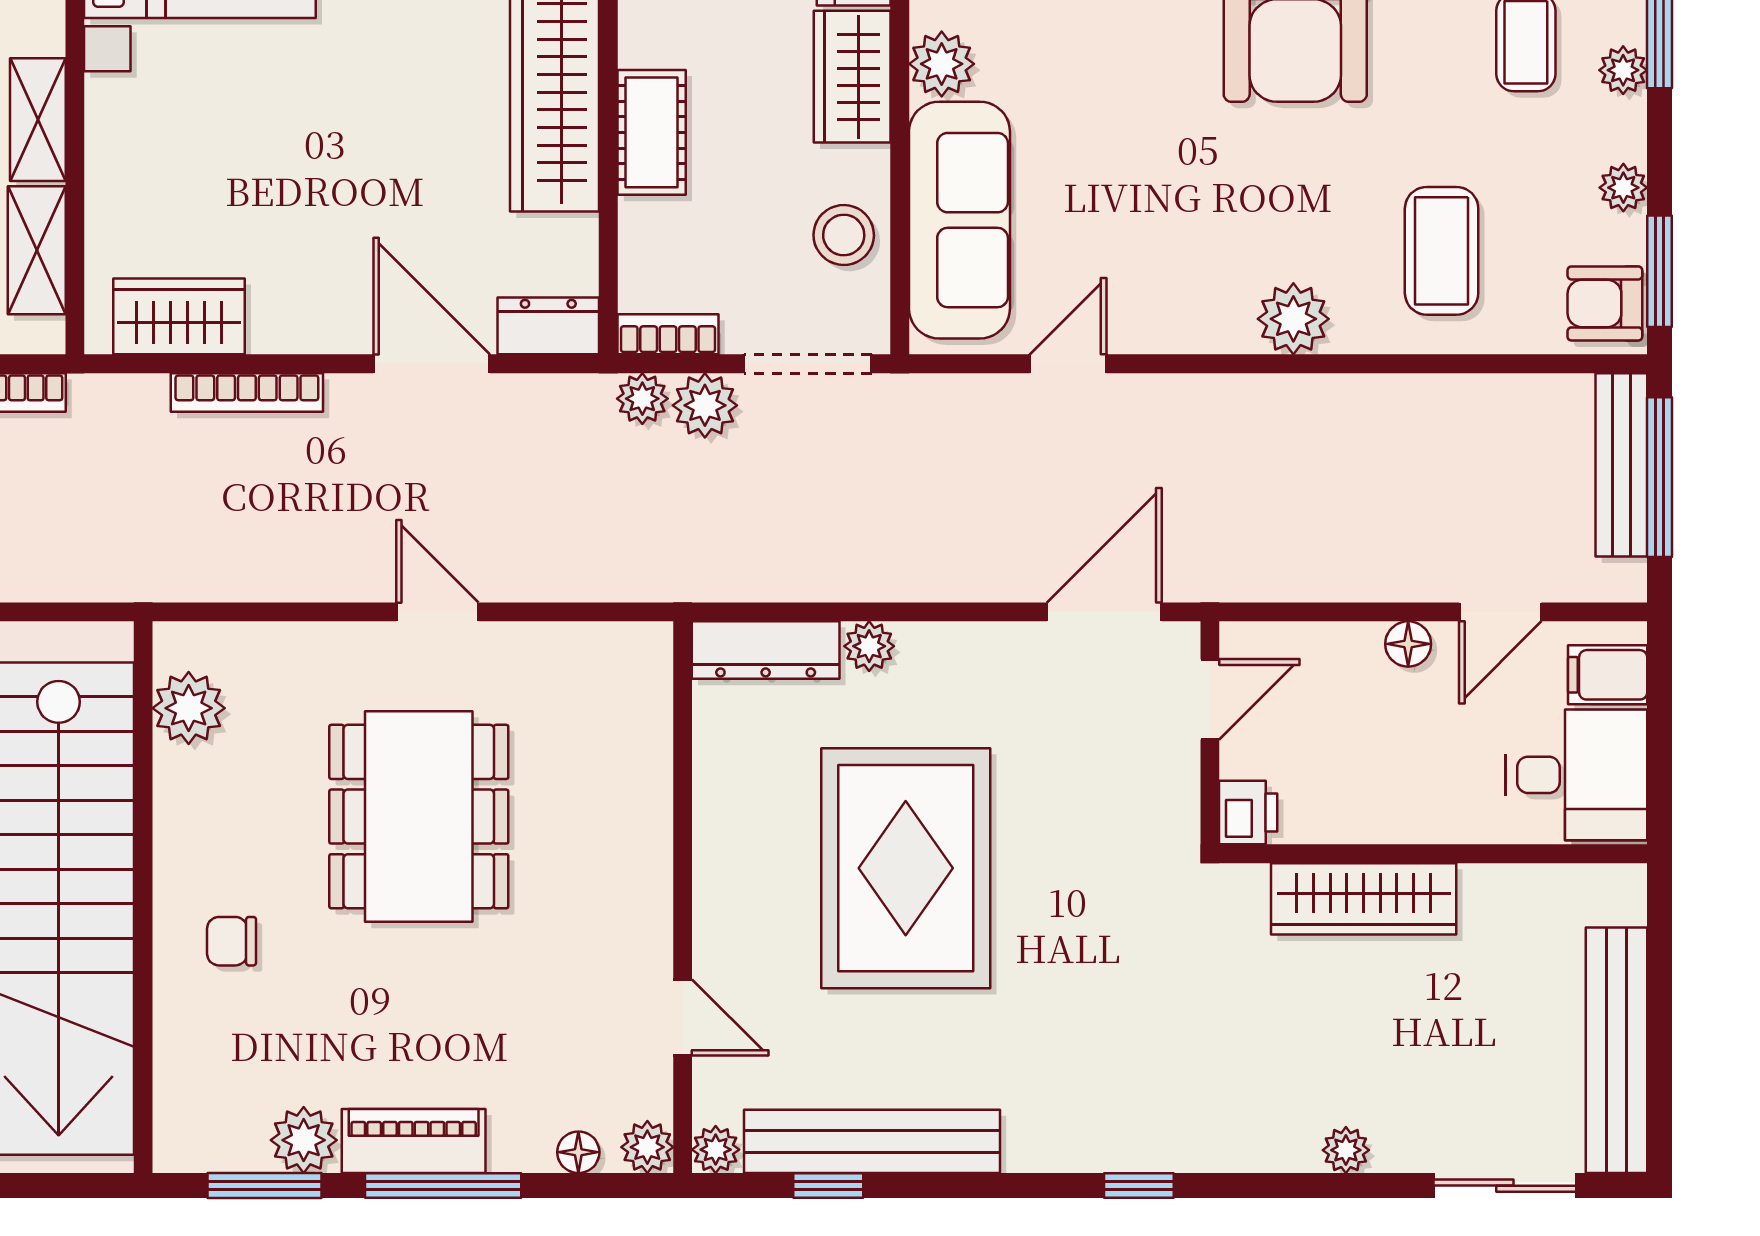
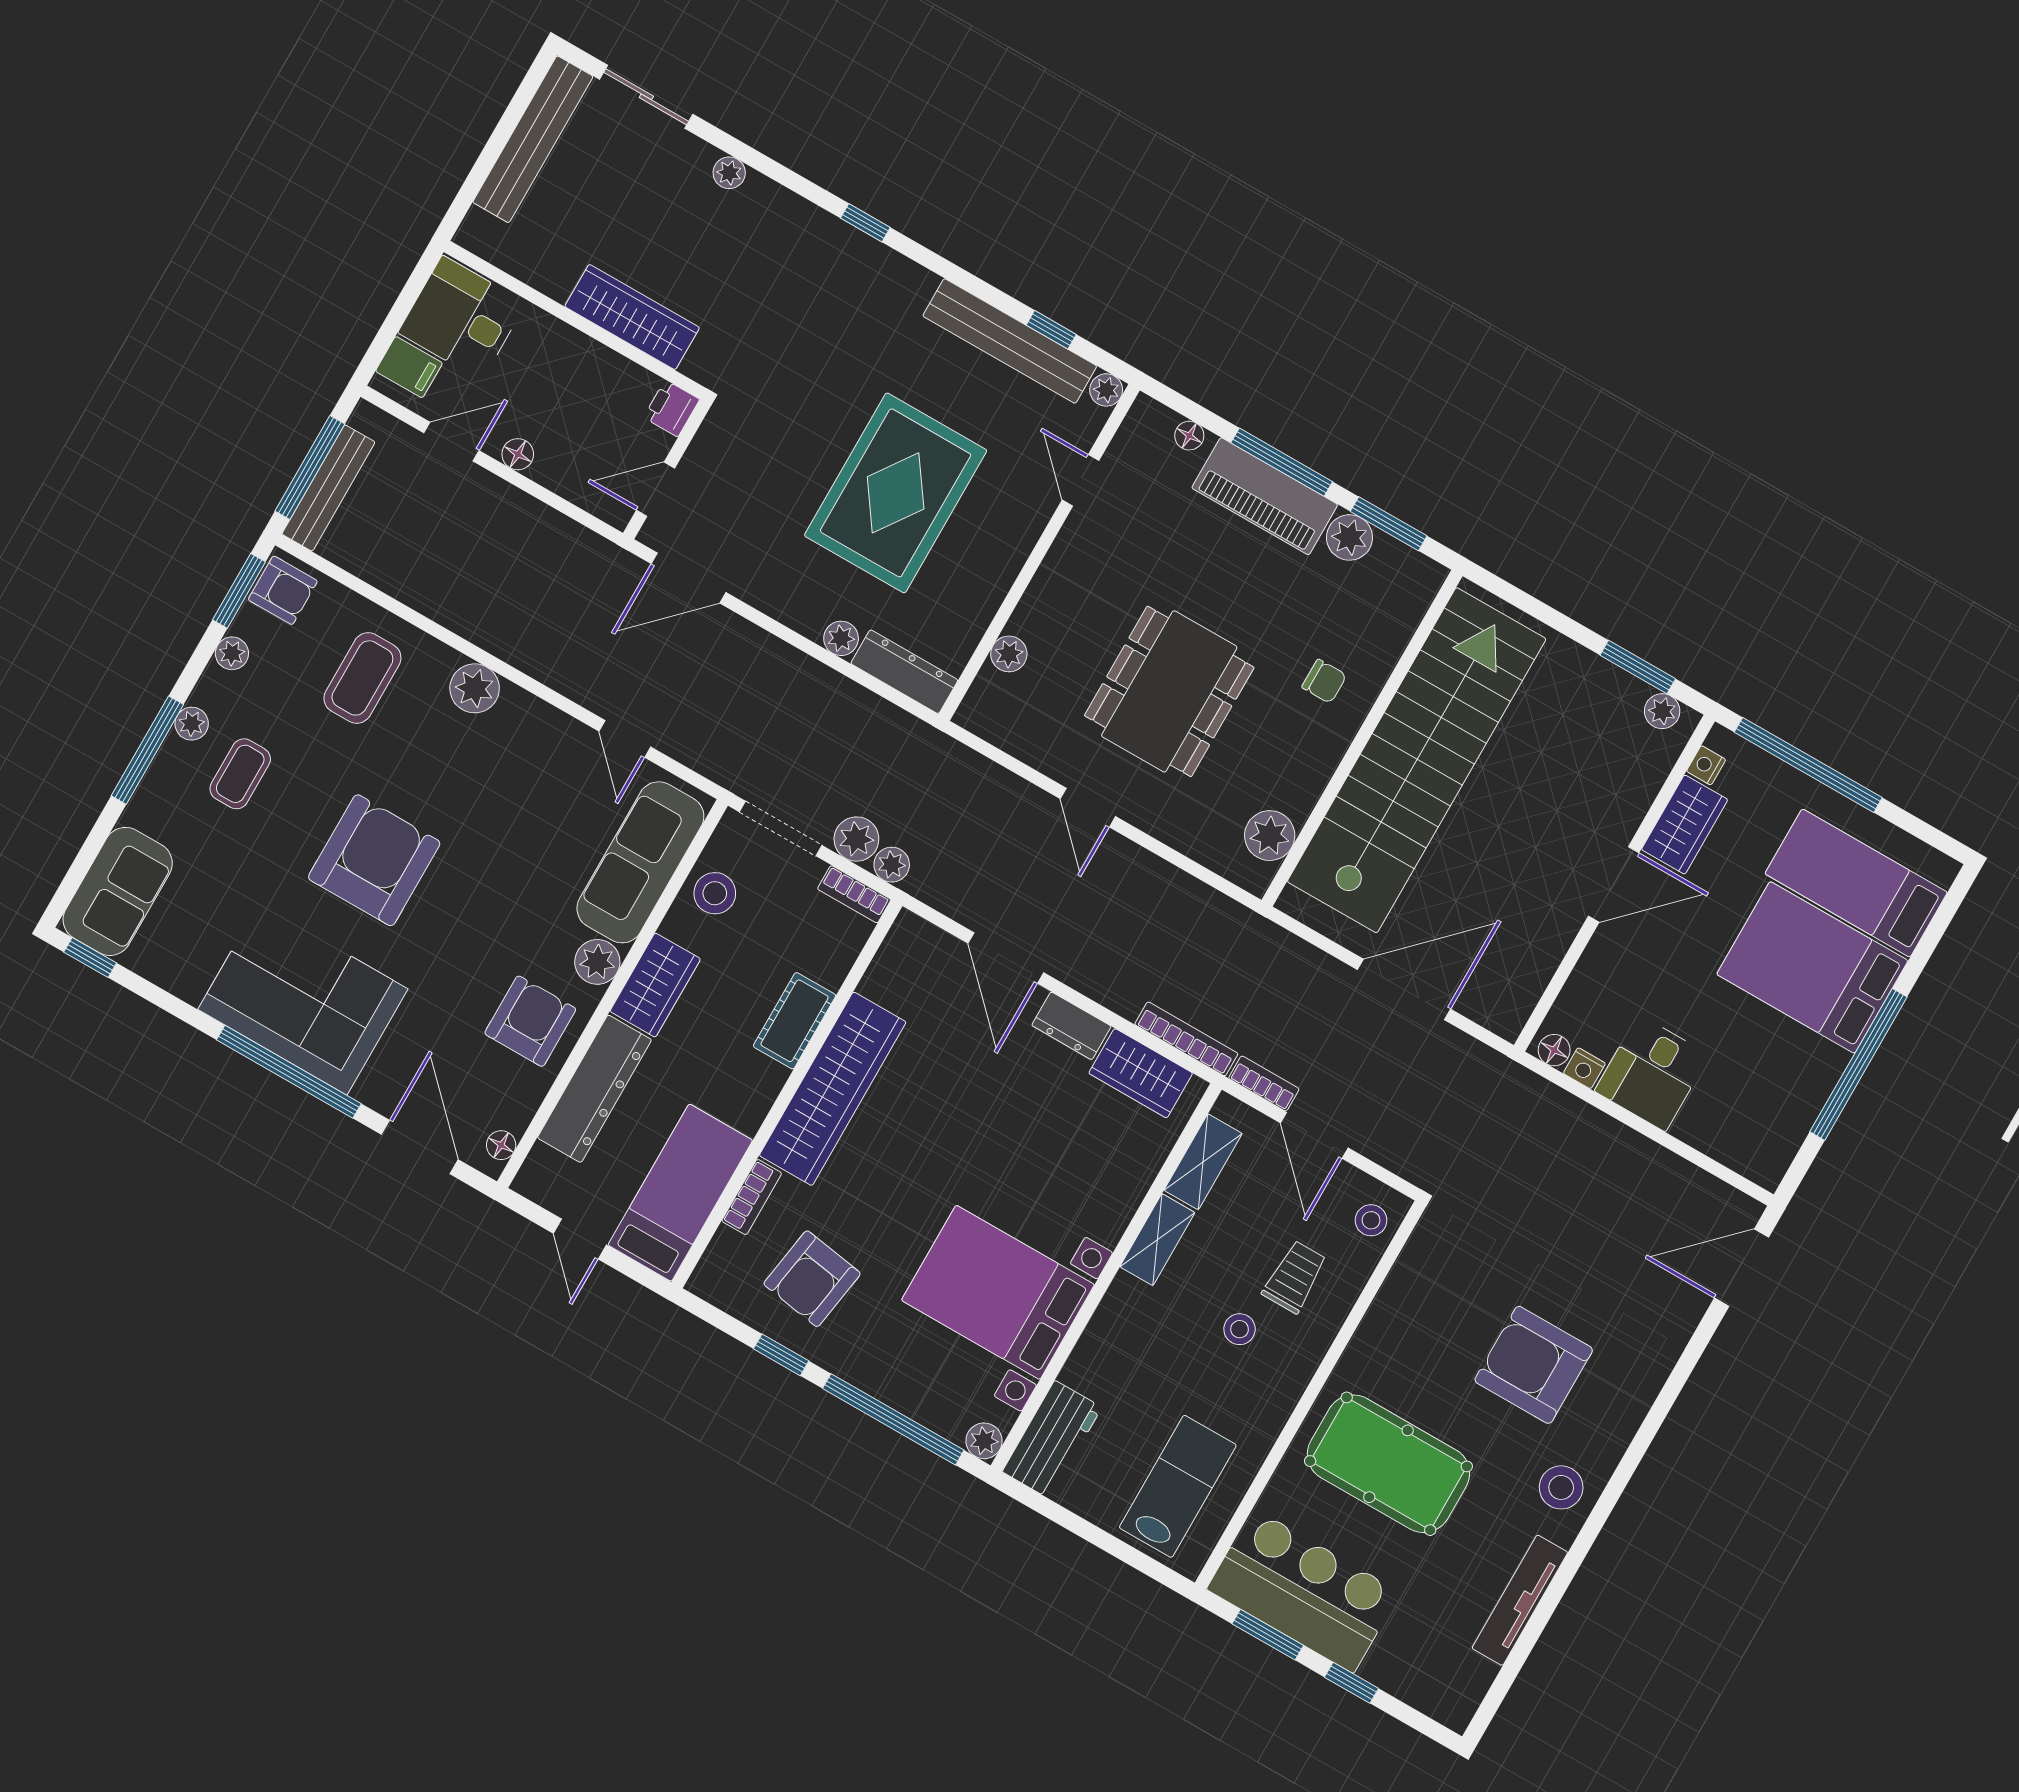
dresser: (548, 326) -> (1071, 1026), moved
door: (1068, 364) -> (625, 739), hinge flipped
bookcase: (247, 393) -> (1186, 1039), moved
piano: (414, 1141) -> (1265, 496), width x1.37, depth x1.33
plant: (647, 1147) -> (1009, 654), moved

